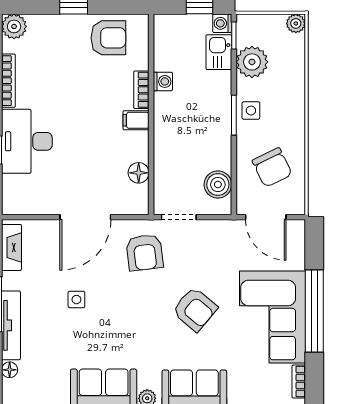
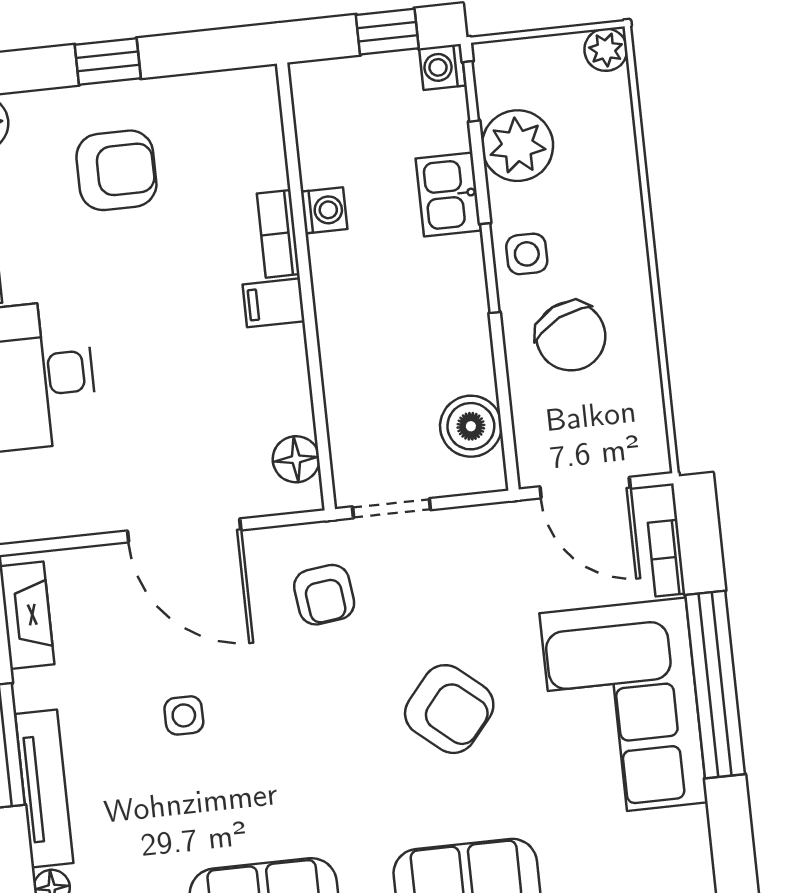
armchair: (108, 38) -> (116, 170), moved
kitchen sink: (219, 52) -> (448, 195), moved
chair: (272, 167) -> (571, 336), moved
floor lamp: (139, 173) -> (296, 459), moved
door: (85, 217) -> (184, 530), hinge flipped
armchair: (145, 252) -> (324, 595), width x0.72, depth x0.72
bookcase: (299, 382) -> (667, 558), moved

